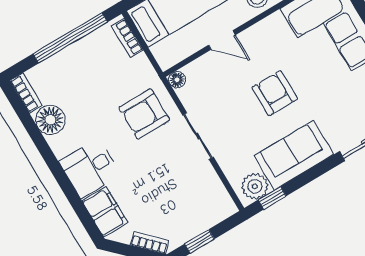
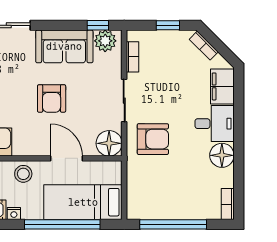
bookcase: (127, 38) -> (133, 57), moved
door: (222, 40) -> (66, 158), width x1.37
floor lamp: (177, 80) -> (109, 143), width x1.89, depth x1.89
floor lamp: (50, 120) -> (222, 155), moved

